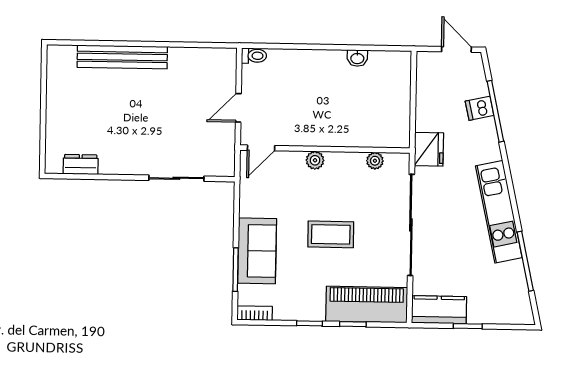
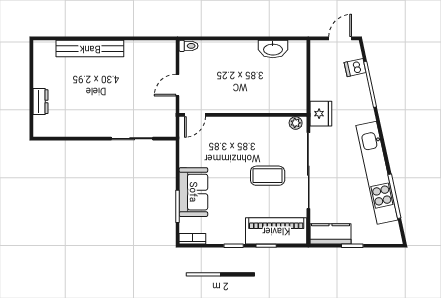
door: (456, 49) -> (340, 38), hinge flipped
washbasin: (357, 58) -> (273, 49), width x1.91, depth x1.45
dishwasher: (480, 108) -> (355, 68), moved
plant: (315, 160) -> (236, 123), removed
plant: (375, 161) -> (296, 123), moved
dresser: (81, 164) -> (40, 102), moved, turned 90
kitchen unit: (499, 212) -> (377, 173), width x1.36
coffee table: (331, 234) -> (268, 176), moved

